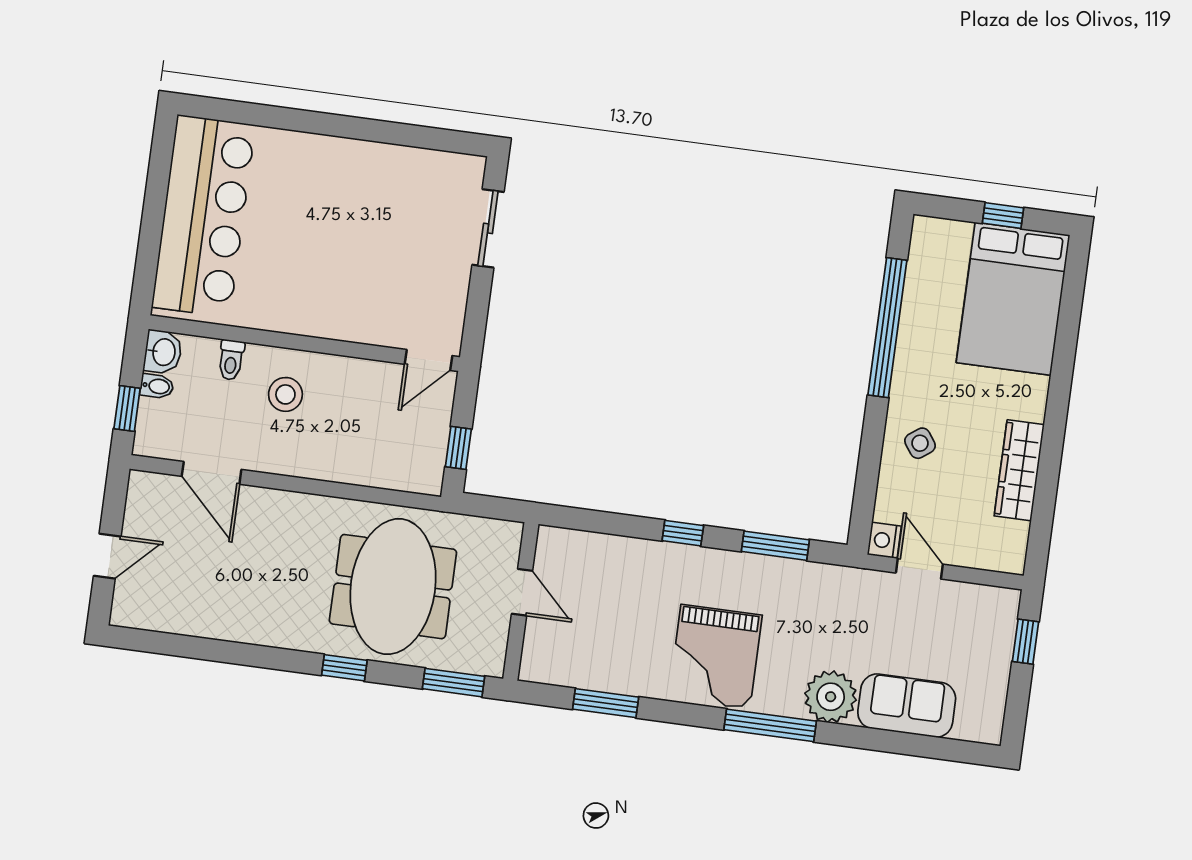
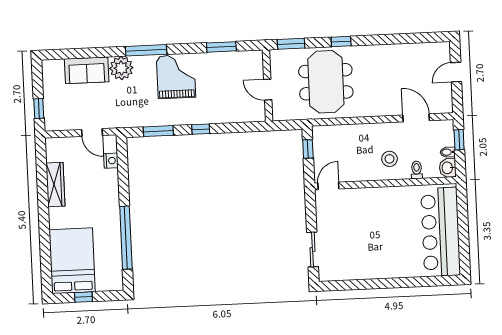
side table: (920, 443) -> (102, 189), removed
nightstand: (884, 540) -> (111, 161), moved

